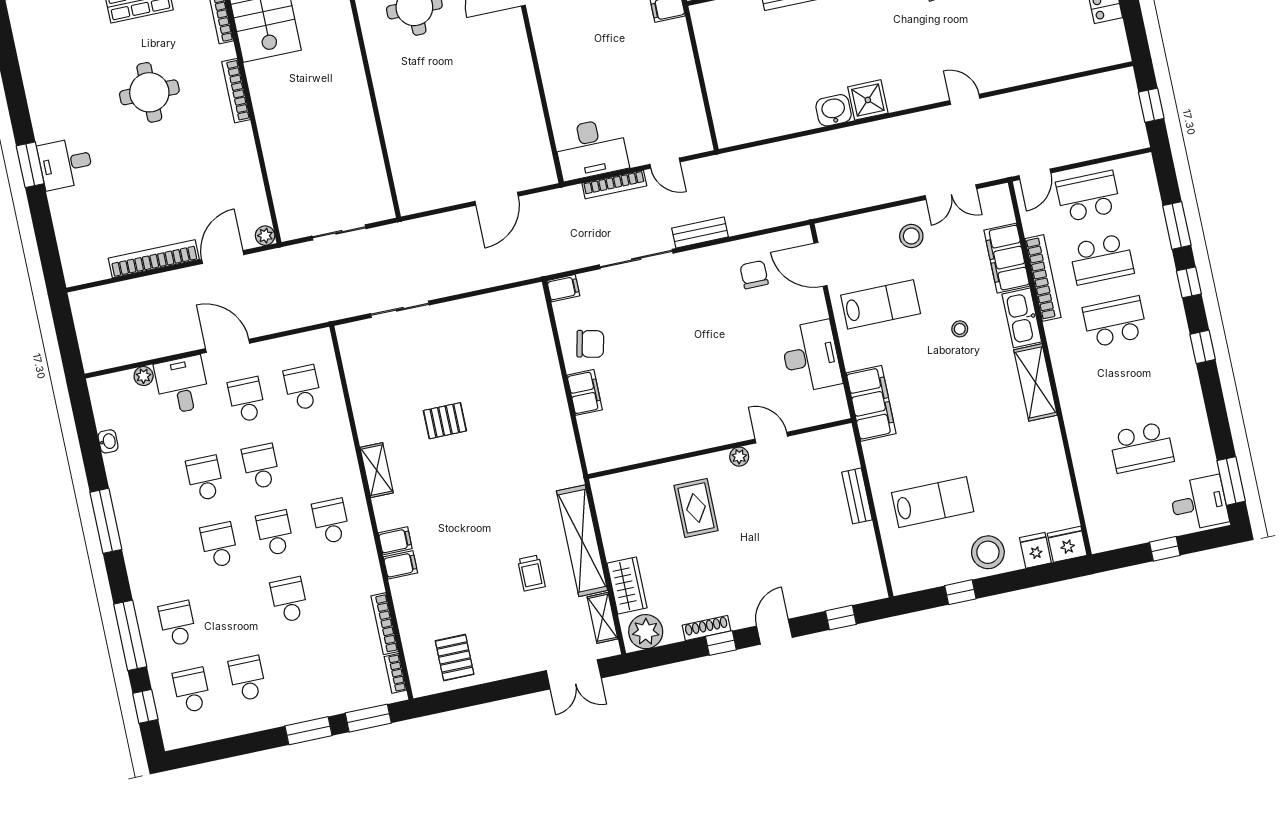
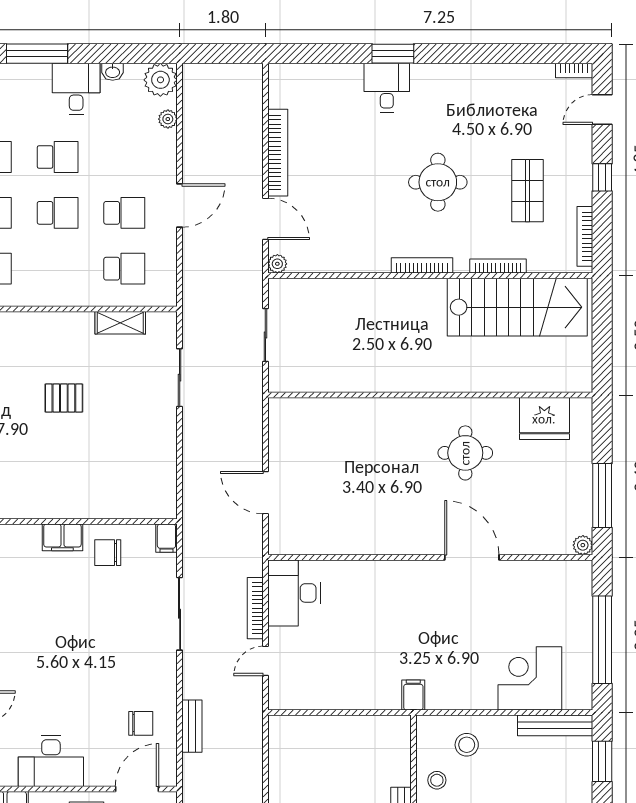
bench: (700, 233) -> (192, 726), moved
chair: (590, 344) -> (108, 553), turned 77
desk: (182, 385) -> (76, 89), moved, turned -90
plant: (106, 392) -> (160, 80), added
pallet: (445, 421) -> (64, 398), turned 90
shelving: (377, 470) -> (120, 323), moved

